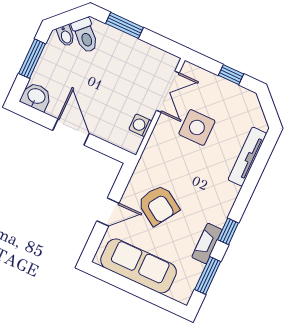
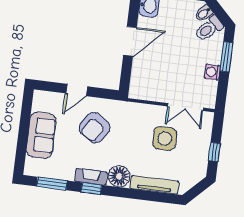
washing machine: (140, 125) -> (212, 72), moved, turned -90
floor lamp: (224, 194) -> (119, 176), added
door: (108, 212) -> (77, 90), hinge flipped
fireplace: (207, 243) -> (91, 177), moved
sofa: (139, 266) -> (41, 135), width x0.73

